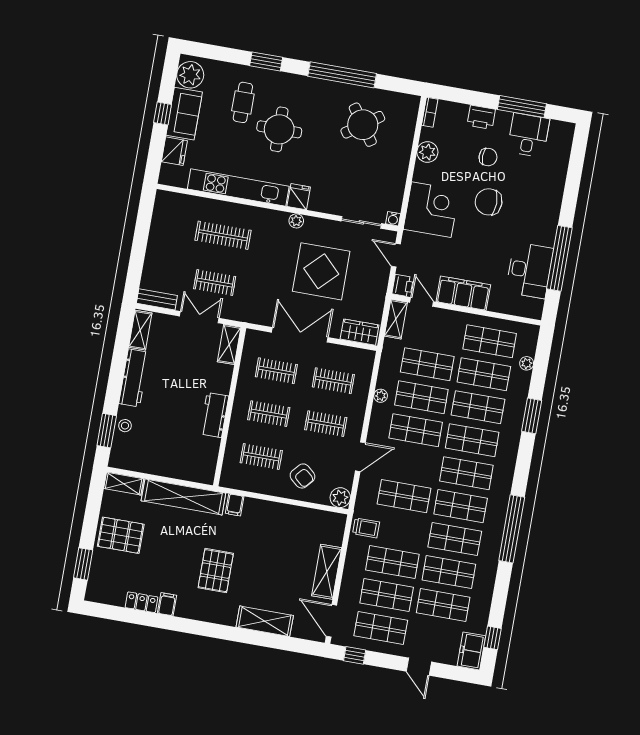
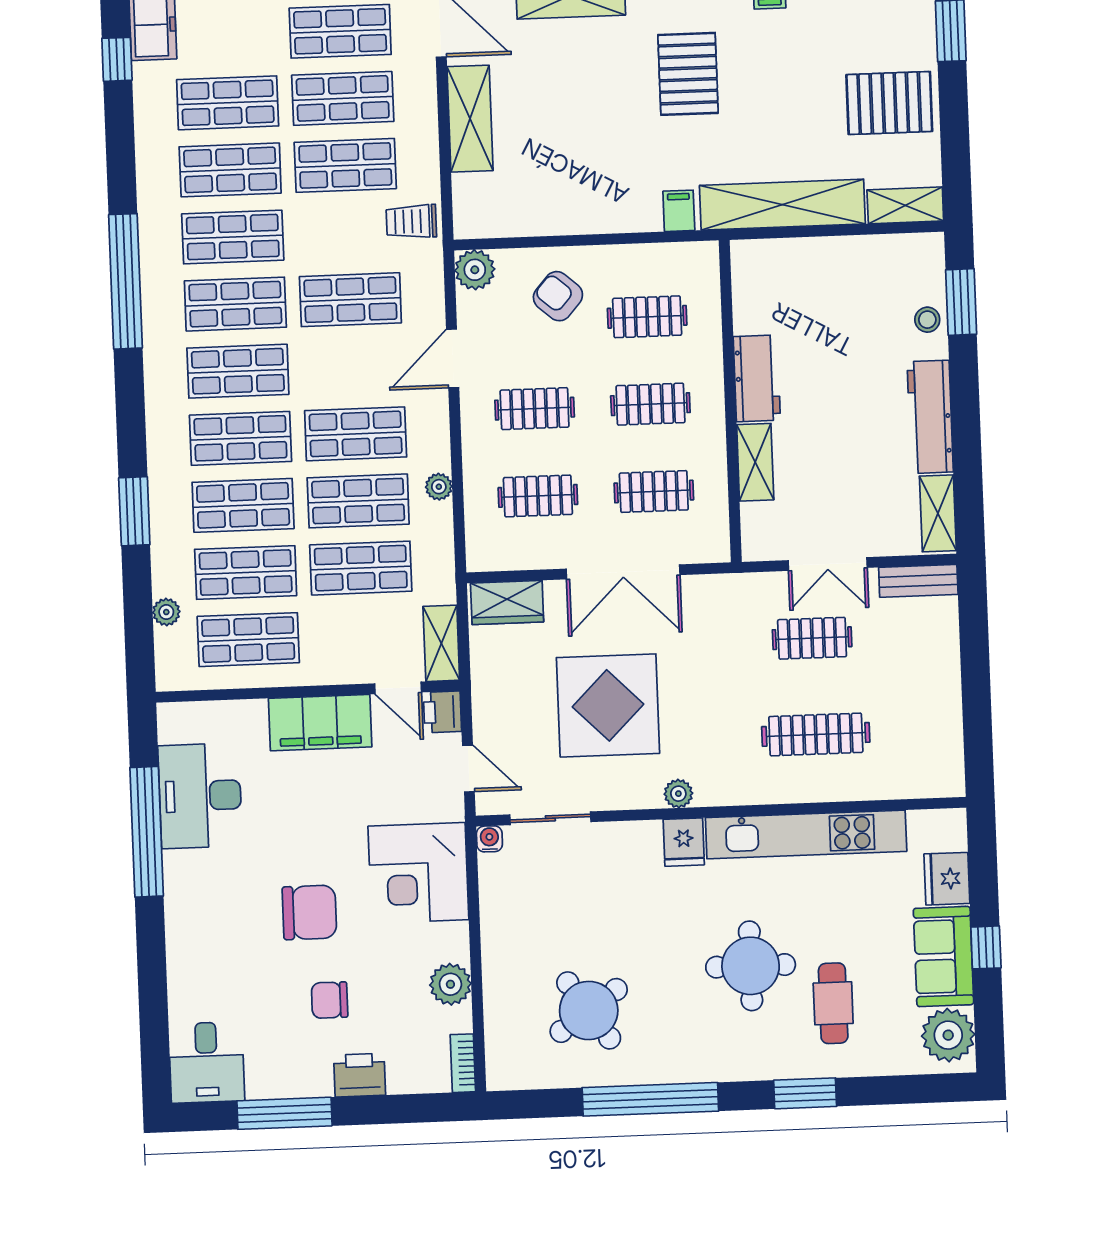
desk: (528, 135) -> (207, 1062), moved
shelving: (229, 344) -> (755, 462), moved

